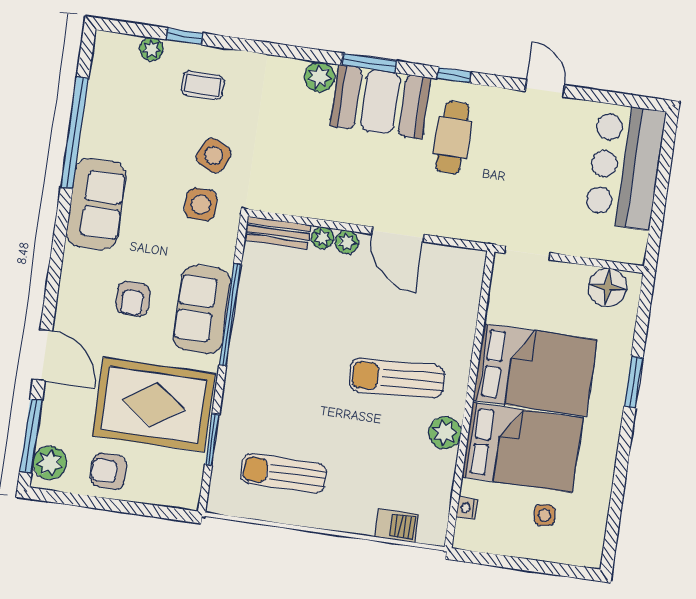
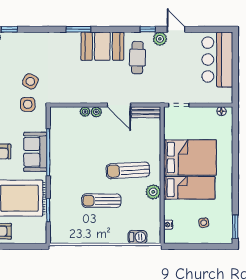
window: (369, 63) -> (78, 29), moved
window: (454, 75) -> (148, 29), moved
plant: (319, 77) -> (160, 39), moved
coffee table: (203, 85) -> (21, 50), removed
bench: (278, 233) -> (146, 112), moved
floor lamp: (607, 287) -> (221, 111), width x0.53, depth x0.53
window: (633, 382) -> (235, 227), moved
bed: (522, 447) -> (189, 188), width x0.67
sun lounger: (283, 473) -> (101, 201), moved

